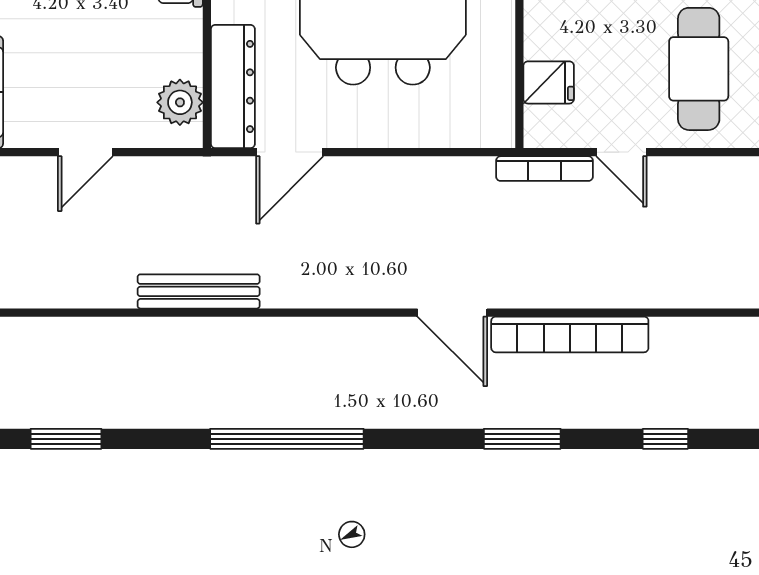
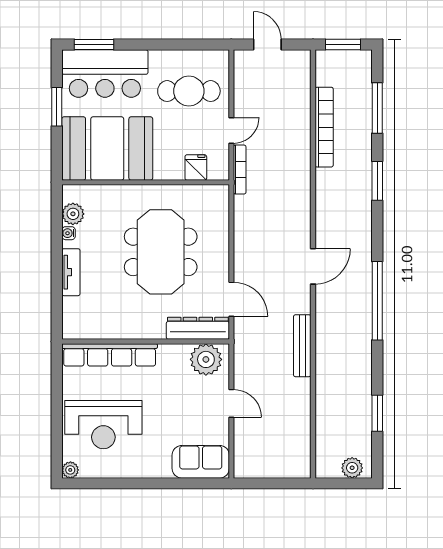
plant: (180, 102) -> (206, 359), width x1.36, depth x1.36
door: (452, 313) -> (313, 266), moved
bookcase: (570, 334) -> (324, 127), moved
window: (665, 439) -> (377, 108), width x2.17

